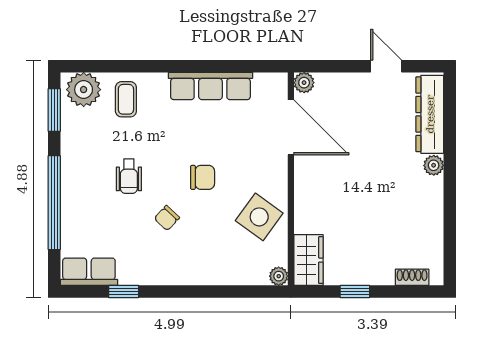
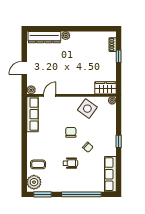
door: (386, 66) -> (24, 68), moved
row of seats: (210, 86) -> (33, 114), moved
door: (291, 127) -> (50, 95), width x0.53
row of seats: (89, 272) -> (110, 174), width x1.48
window: (124, 292) -> (119, 141), moved
window: (355, 292) -> (119, 56), moved

